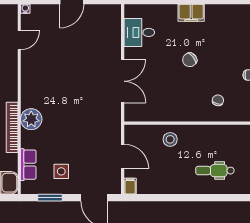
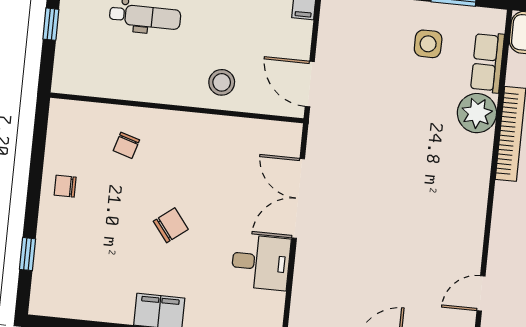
desk: (139, 32) -> (261, 262), moved
plant: (31, 119) -> (477, 113), moved
door: (123, 156) -> (310, 84), moved

